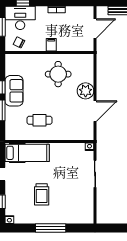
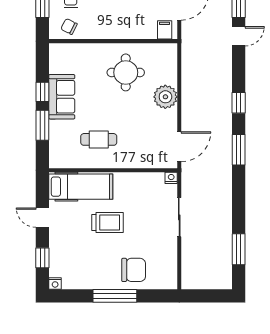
filing cabinet: (51, 45) -> (165, 30), moved
door: (95, 111) -> (179, 147), moved
trolley: (42, 194) -> (107, 223), moved, turned -90
chair: (64, 210) -> (134, 270), added

